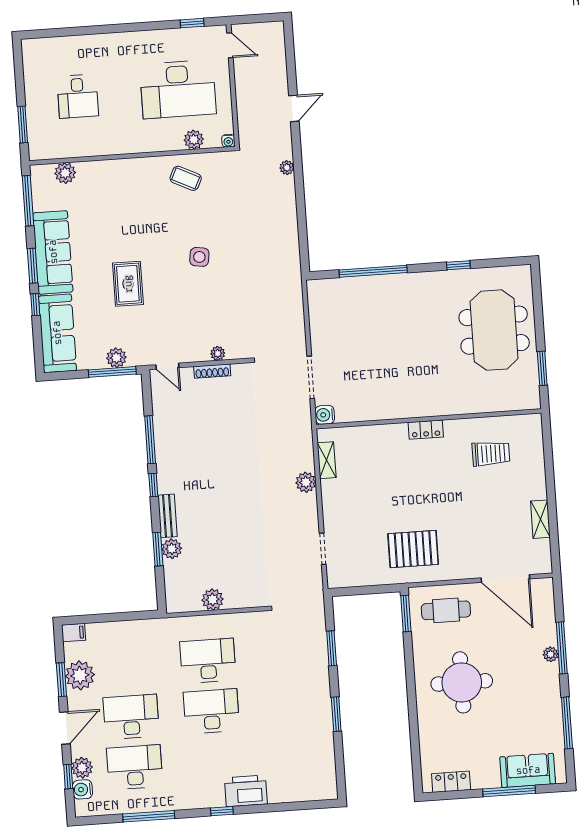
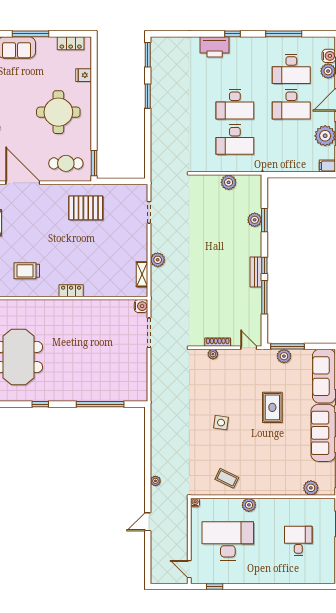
plant: (194, 140) -> (249, 505), moved
bench: (168, 516) -> (256, 272), moved
window: (332, 648) -> (148, 55), moved
fridge: (430, 738) -> (84, 75), added

